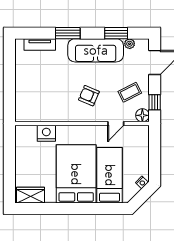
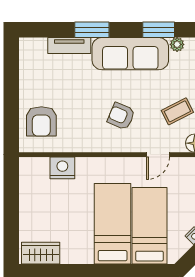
tv unit: (40, 44) -> (69, 46), moved
armchair: (31, 99) -> (41, 121), added
bed: (76, 174) -> (113, 224), width x0.67

